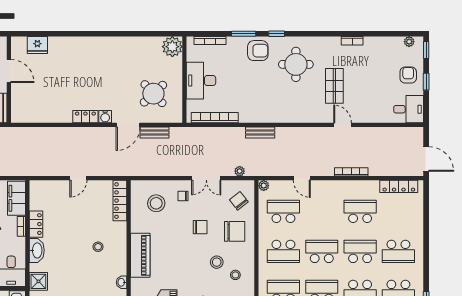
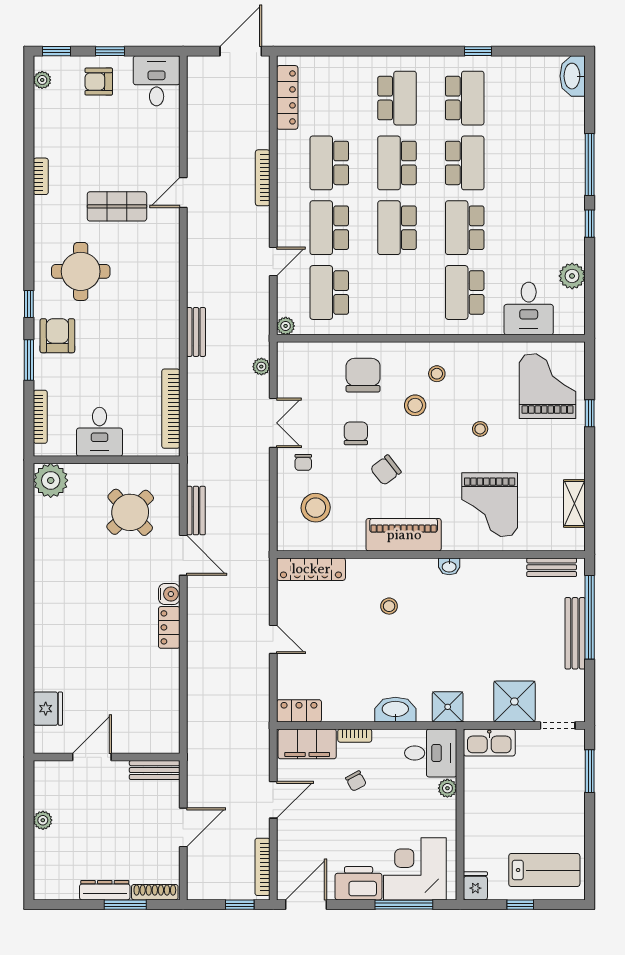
desk: (201, 81) -> (99, 432), width x0.73
chair: (239, 201) -> (386, 470), moved
locker: (36, 224) -> (299, 711), moved
school desk: (283, 251) -> (329, 228), moved, turned 180

